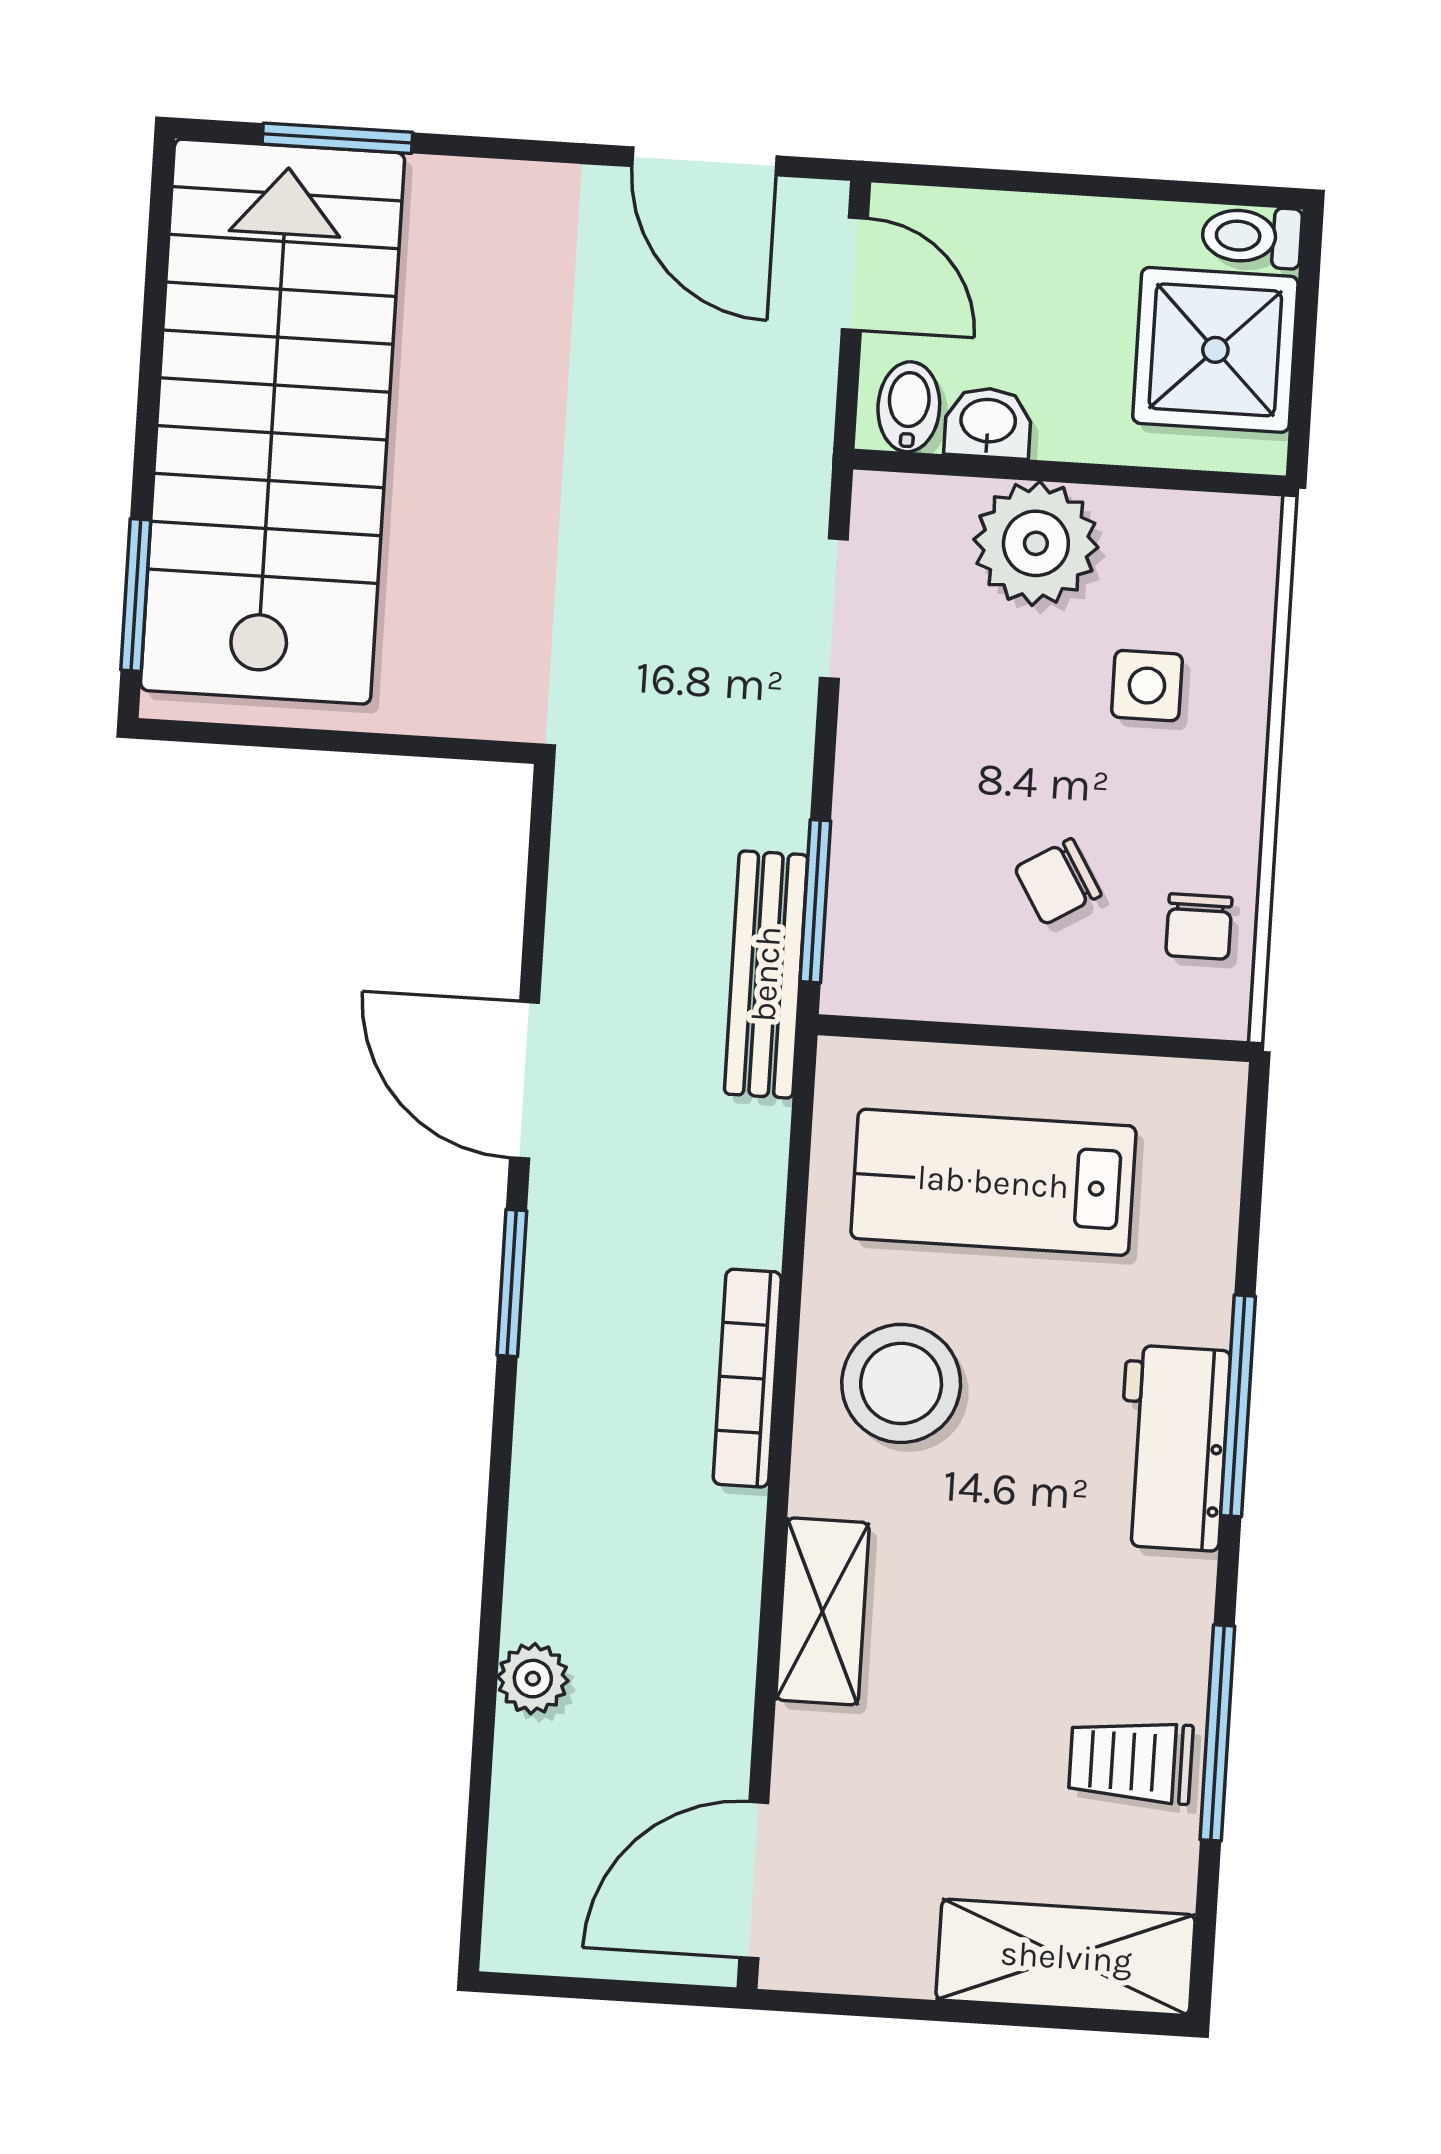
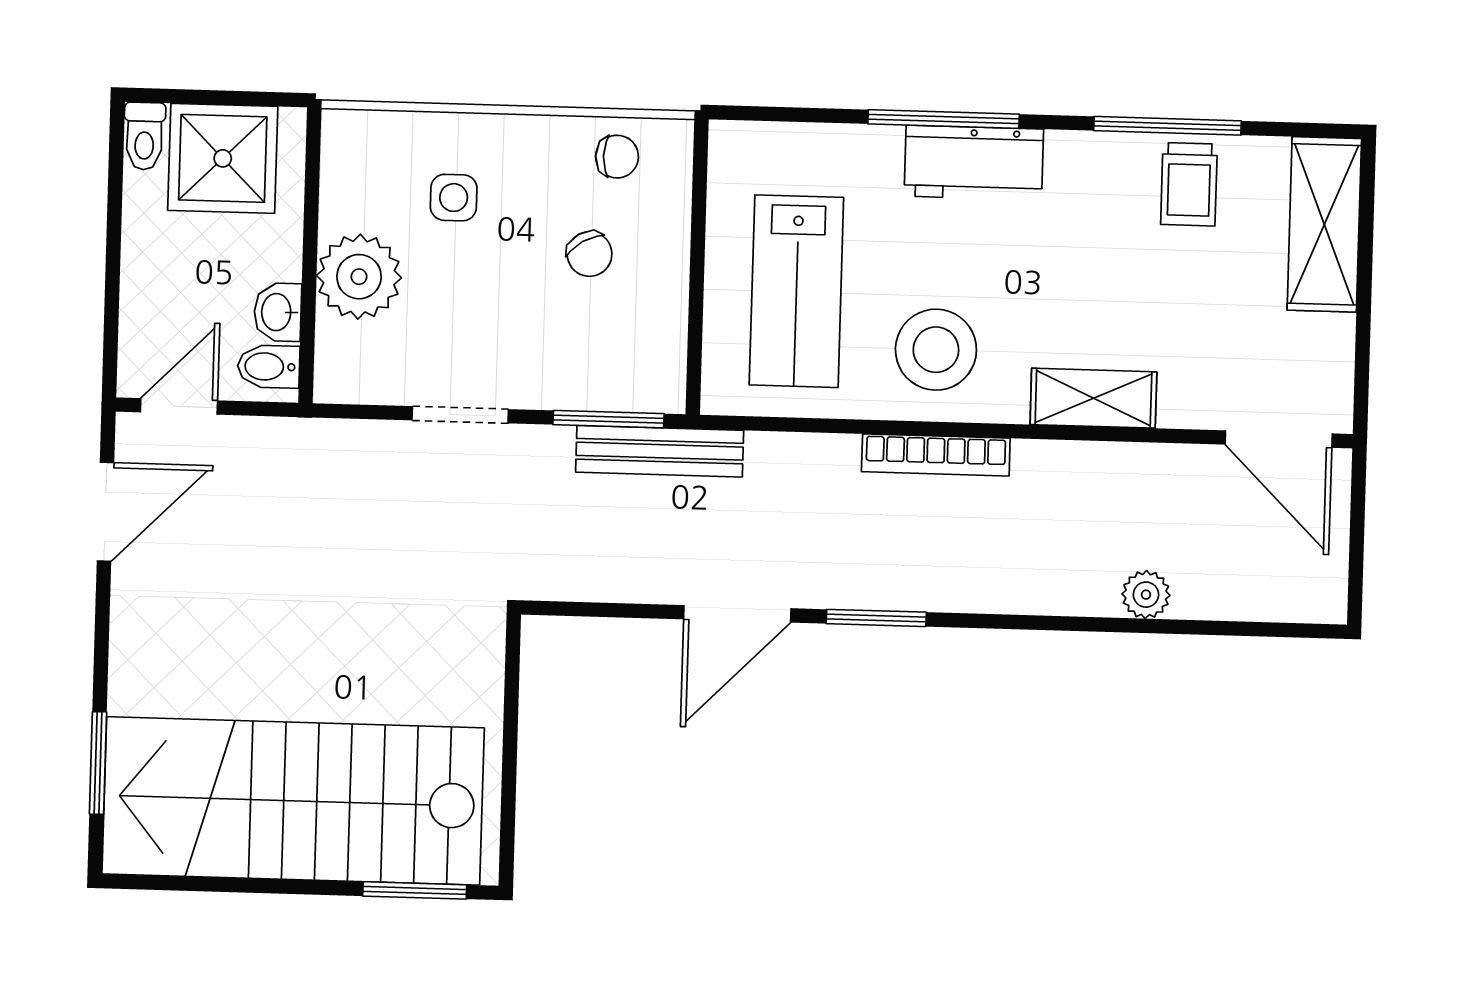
doorway: (834, 609) -> (460, 415), moved

